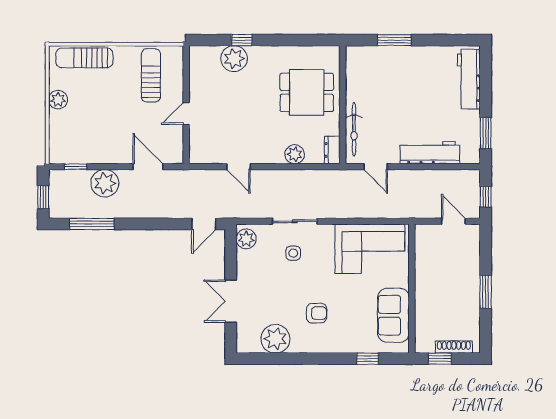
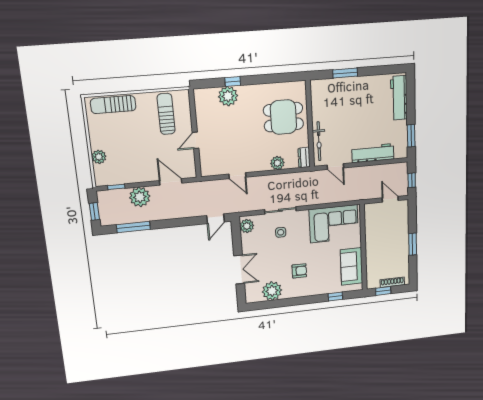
plant: (58, 100) -> (99, 157), moved
double door: (231, 301) -> (239, 270), swing flipped

